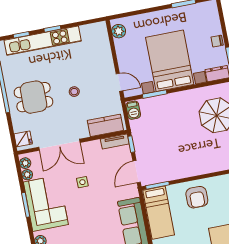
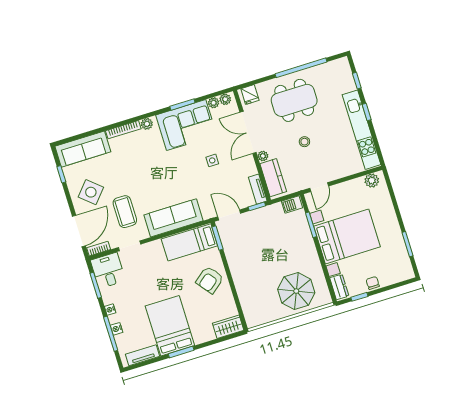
kitchen unit: (43, 41) -> (361, 130), moved
dining table: (34, 97) -> (294, 100), width x1.37
plant: (84, 133) -> (263, 156), added
armchair: (197, 197) -> (210, 280), turned -38

